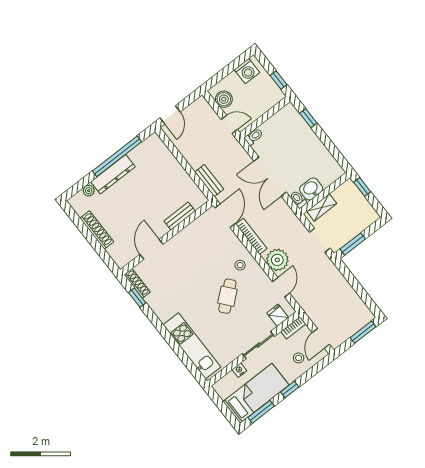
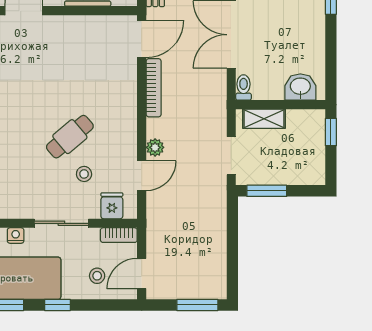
washbasin: (311, 189) -> (300, 87), moved
plant: (277, 260) -> (155, 147), width x0.53, depth x0.53
stool: (240, 265) -> (84, 174), moved

